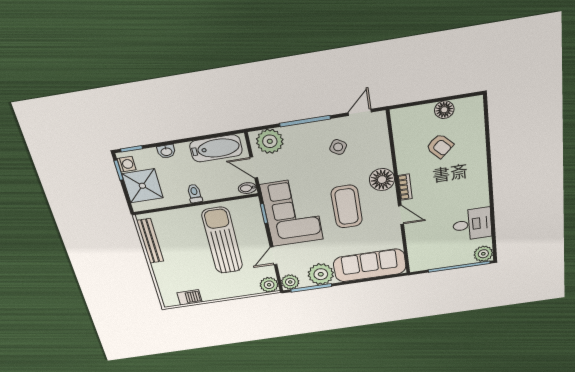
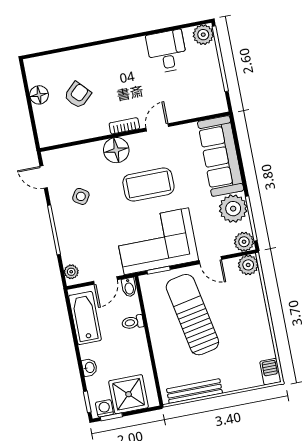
plant: (270, 141) -> (71, 272), width x0.53, depth x0.53
toilet: (195, 194) -> (133, 322), moved
sun lounger: (222, 241) -> (192, 315), turned 79
barbecue: (190, 297) -> (270, 372), moved

